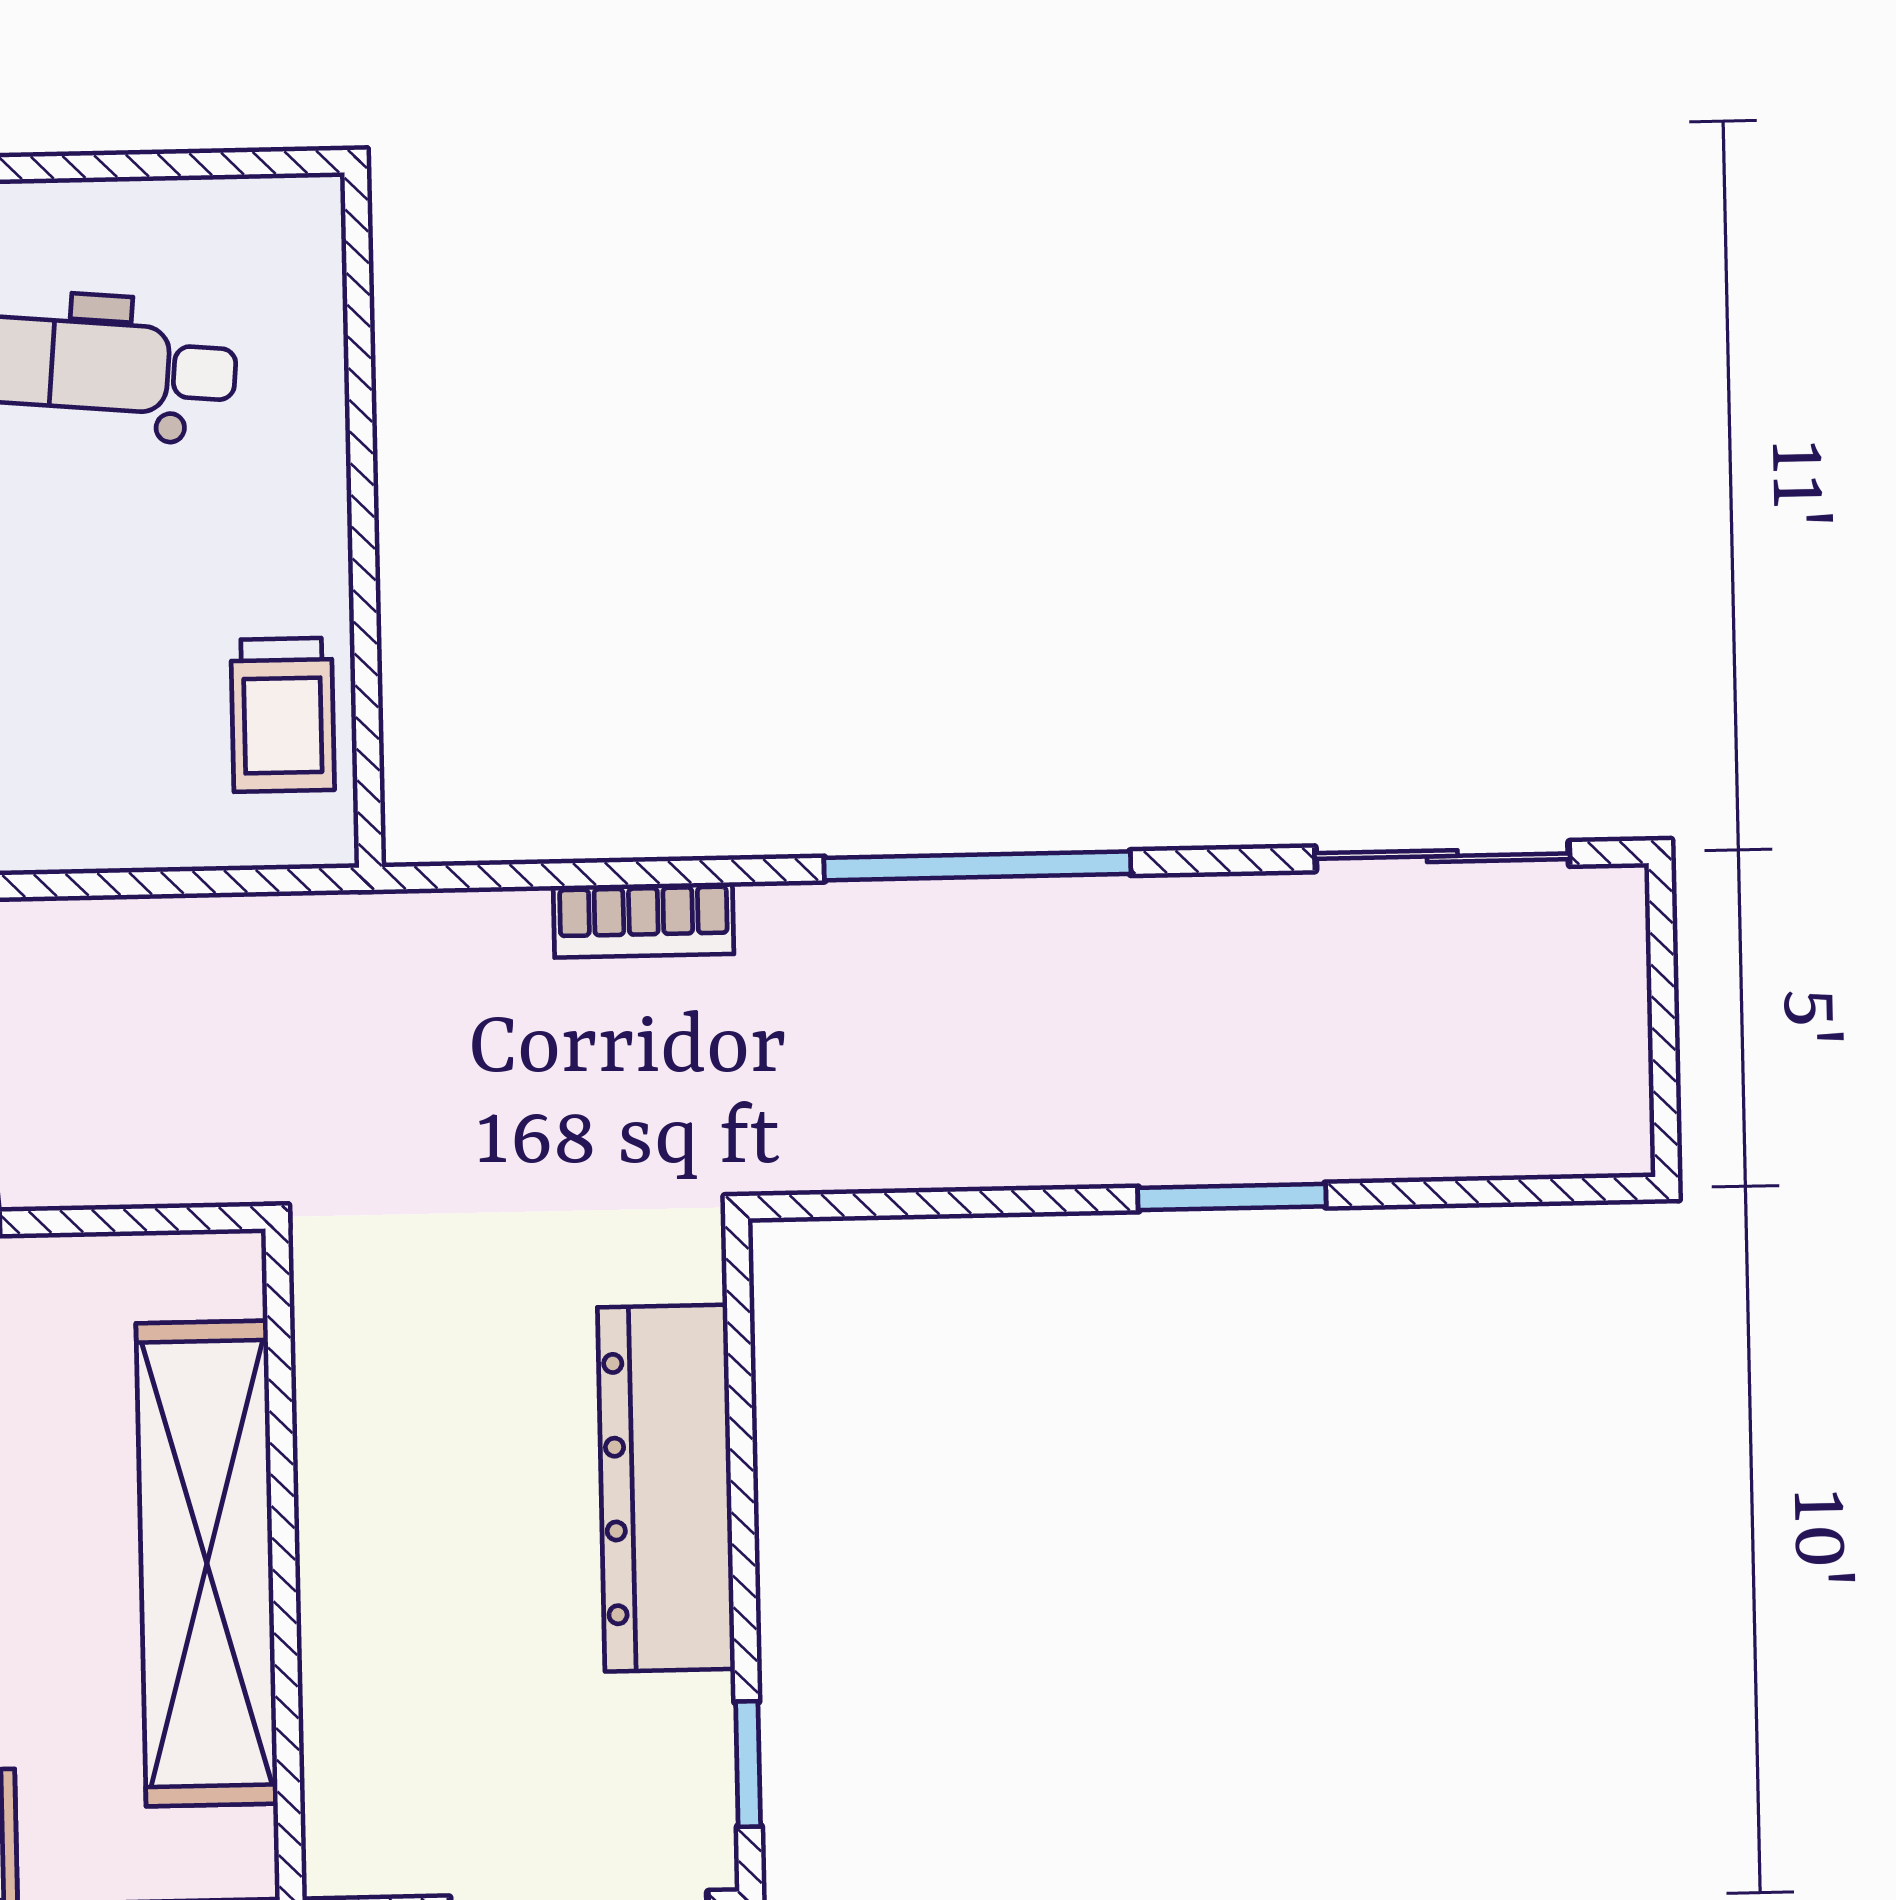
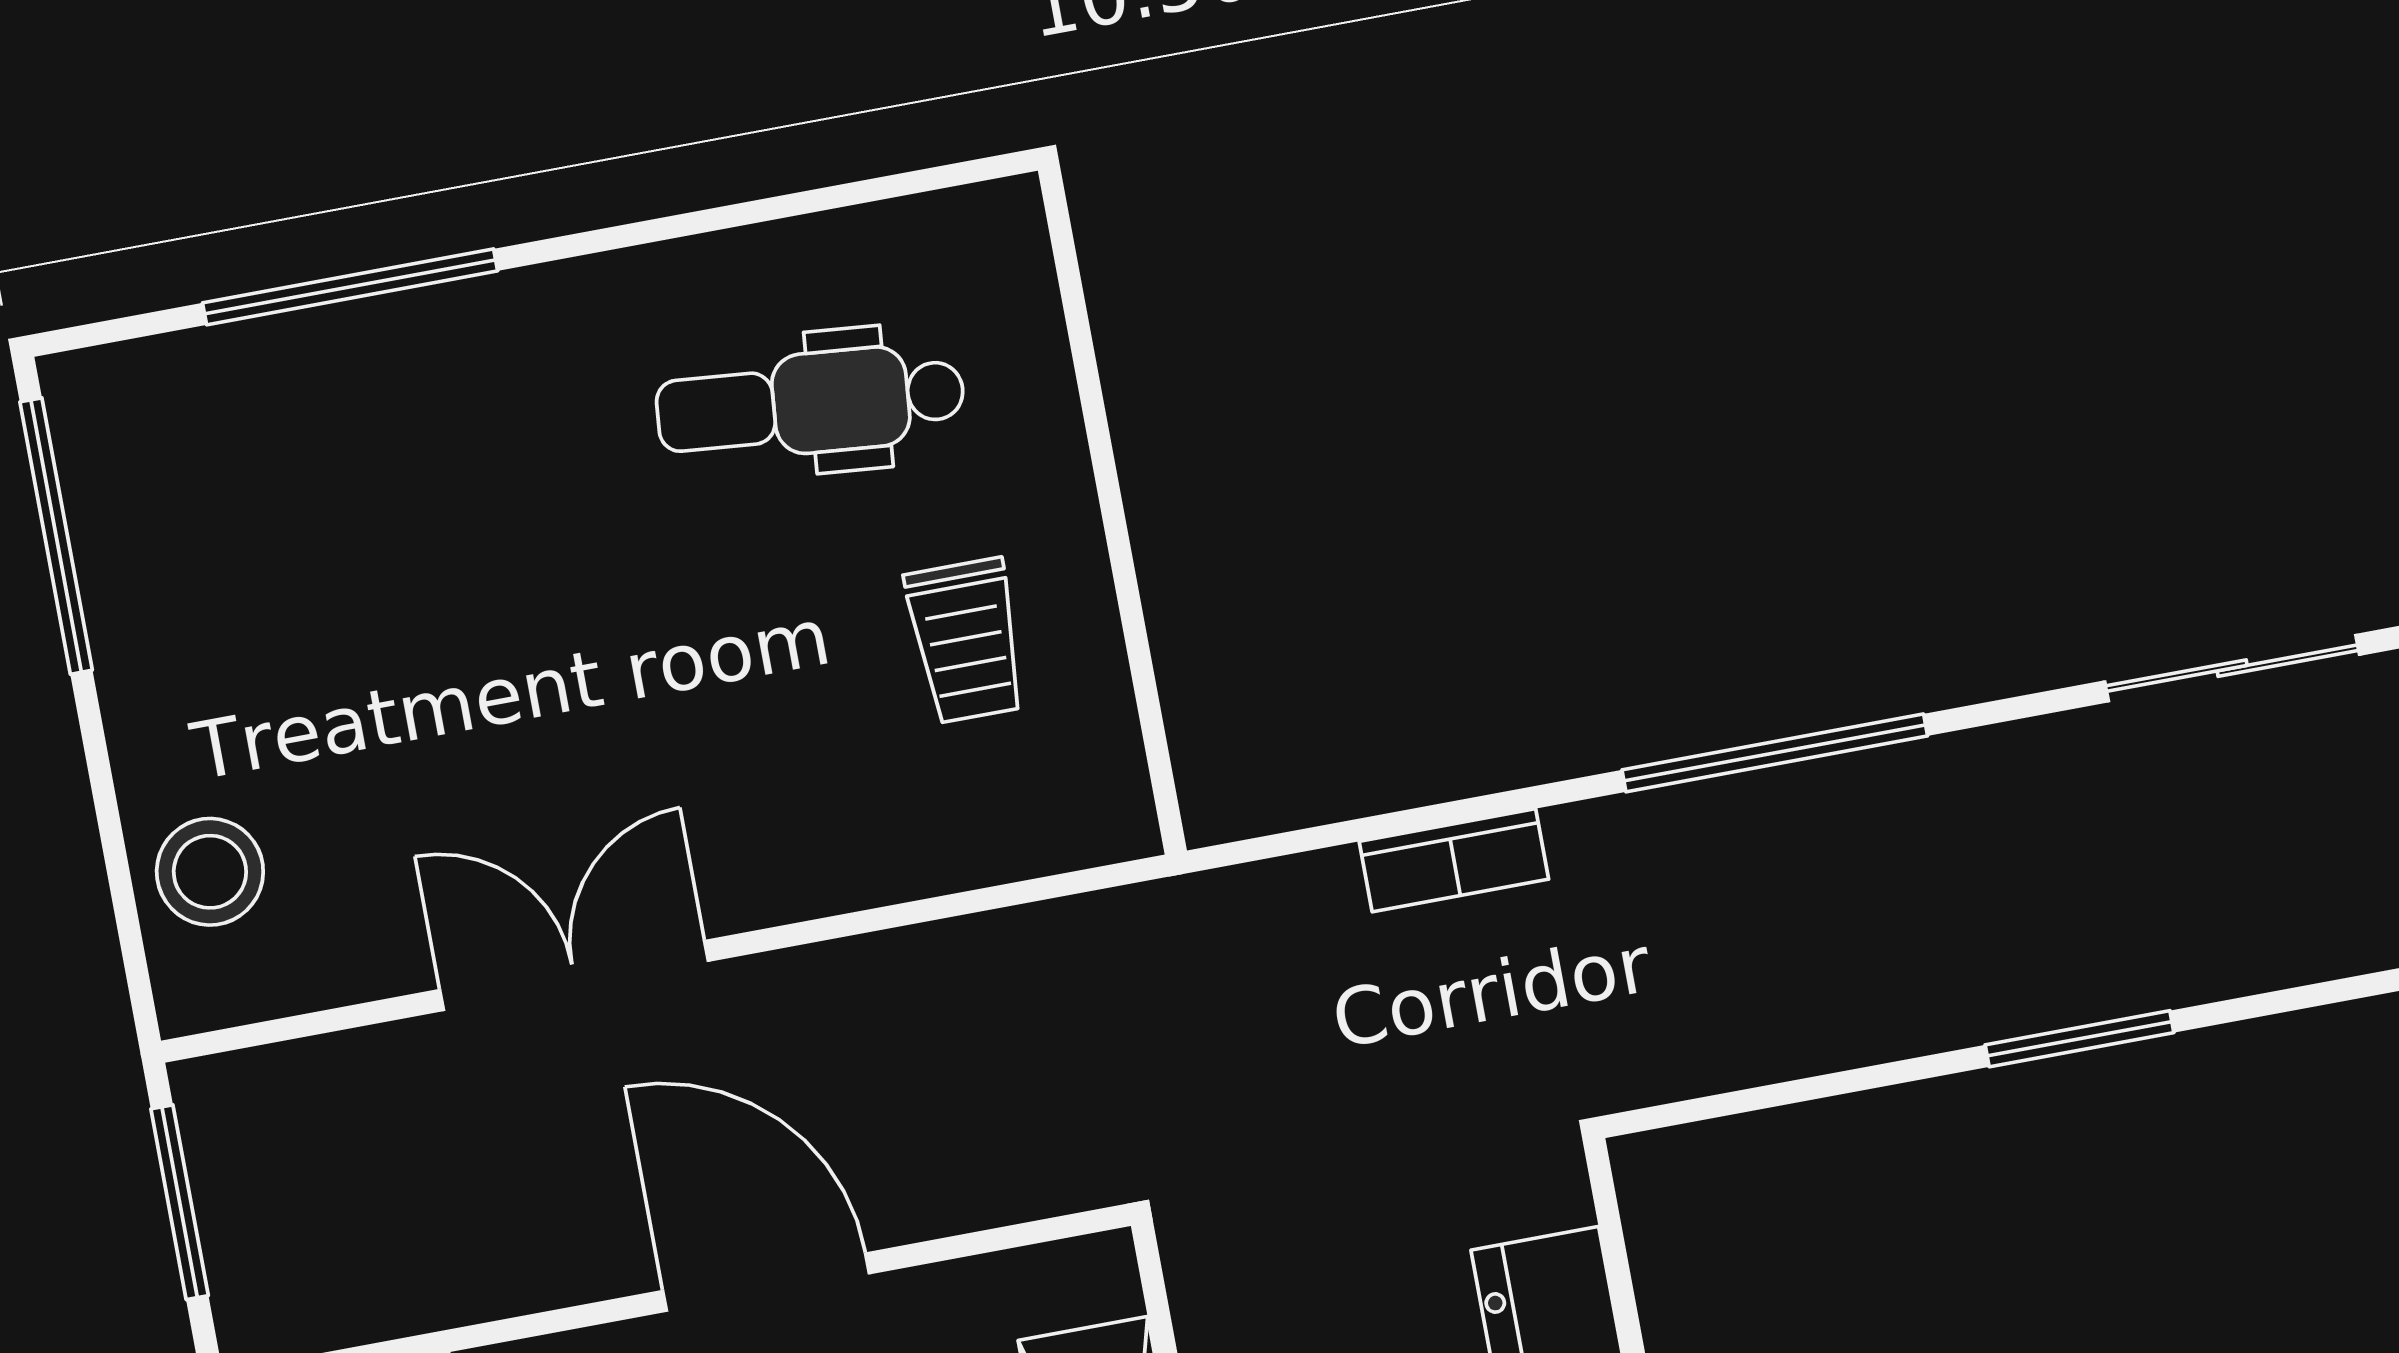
trolley: (283, 715) -> (966, 641), moved

